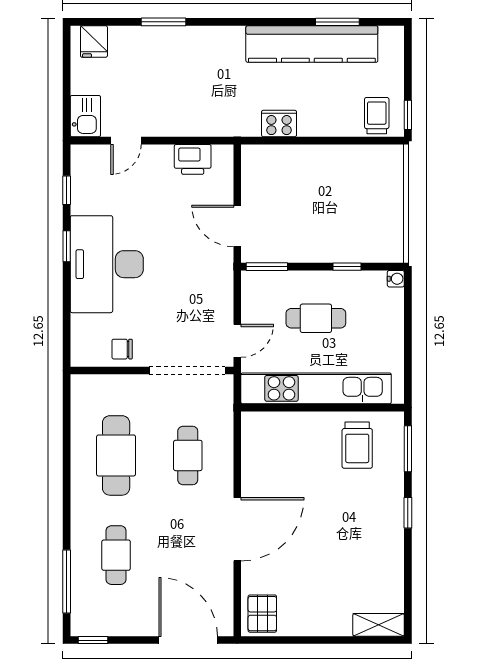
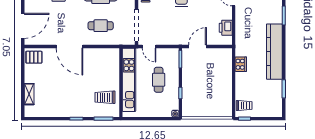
kitchen counter: (312, 44) -> (274, 52), moved
shelving: (379, 625) -> (29, 94), moved

